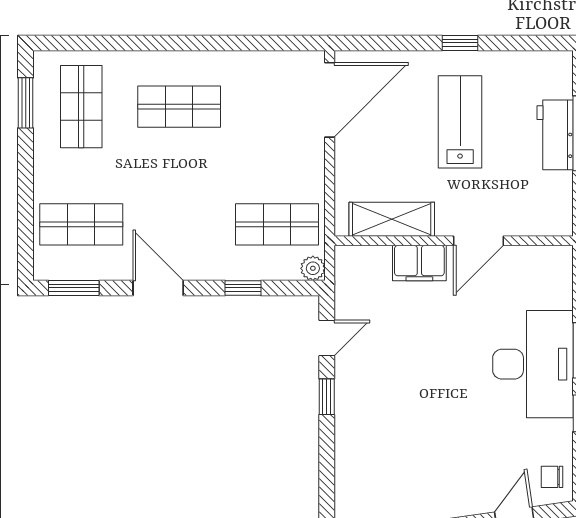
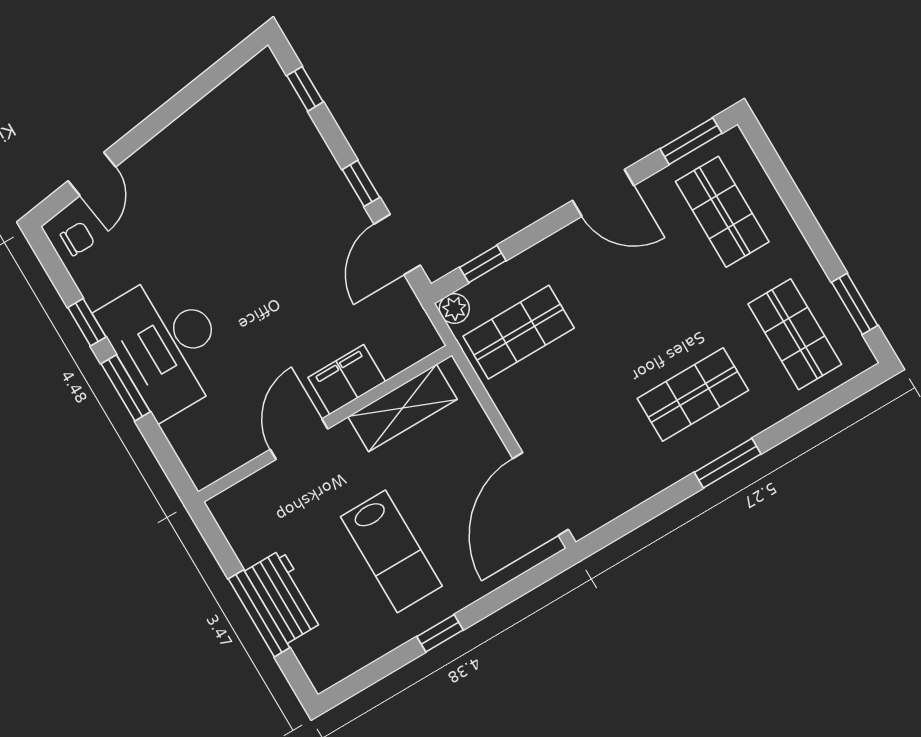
window: (183, 43) -> (728, 463), added
shop shelf: (81, 224) -> (722, 212), turned 90
window: (243, 288) -> (483, 264), moved
door: (327, 338) -> (397, 245), width x1.38
window: (327, 488) -> (305, 89), added

